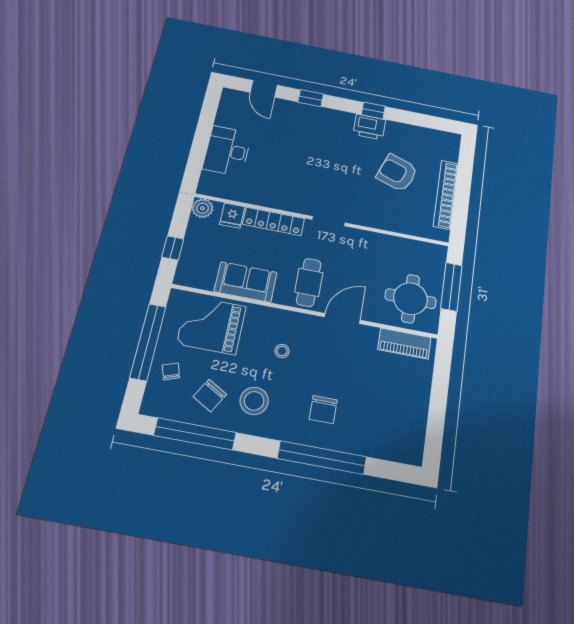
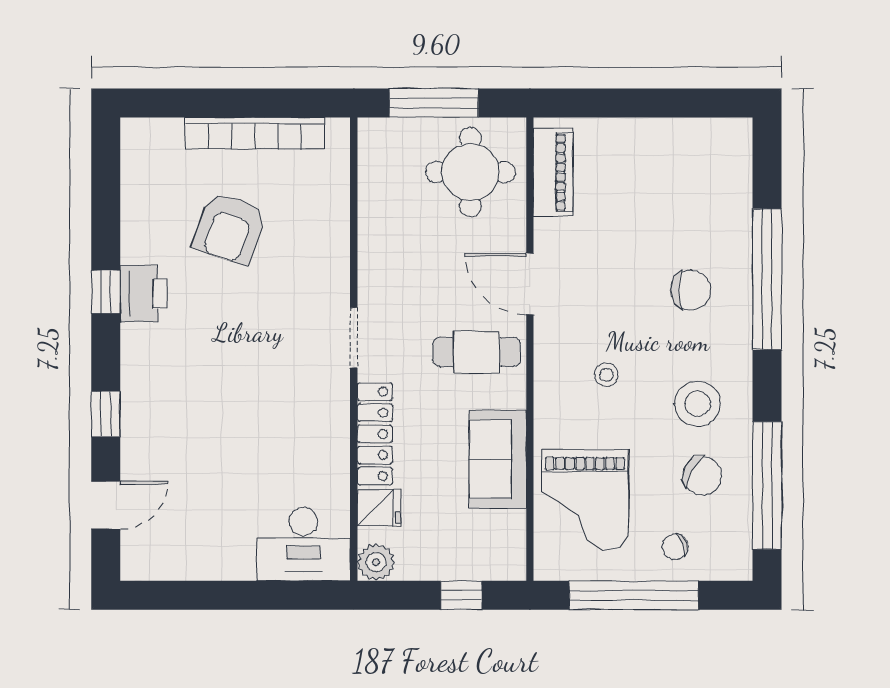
desk: (227, 151) -> (303, 544), moved

